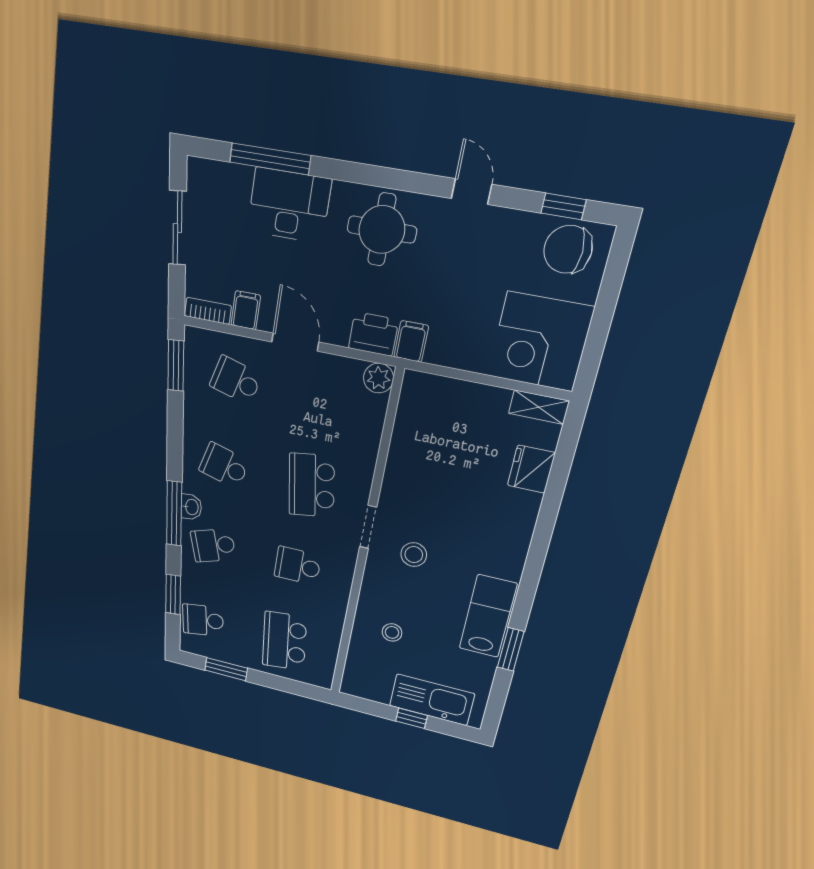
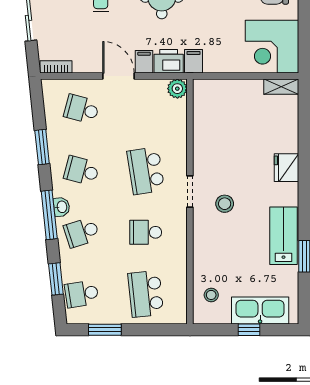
filing cabinet: (246, 310) -> (144, 62), moved
window: (176, 365) -> (42, 147), moved
fridge: (531, 469) -> (287, 168), moved
stool: (392, 632) -> (211, 295), moved

